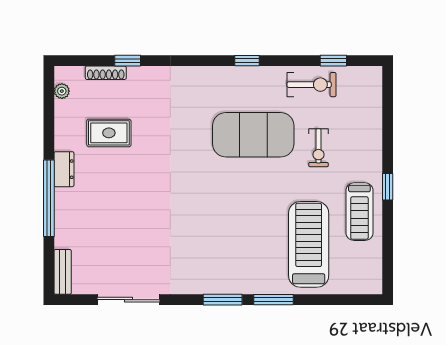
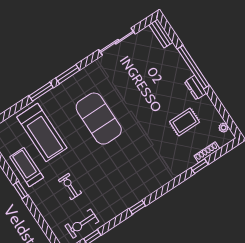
exercise bike: (312, 85) -> (82, 224), moved
exercise mat: (253, 135) -> (99, 119), moved, turned 90

